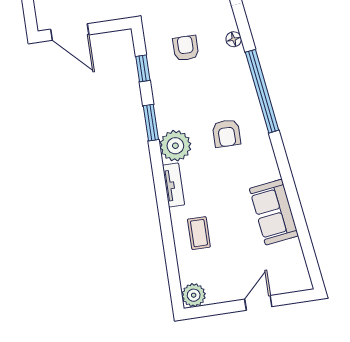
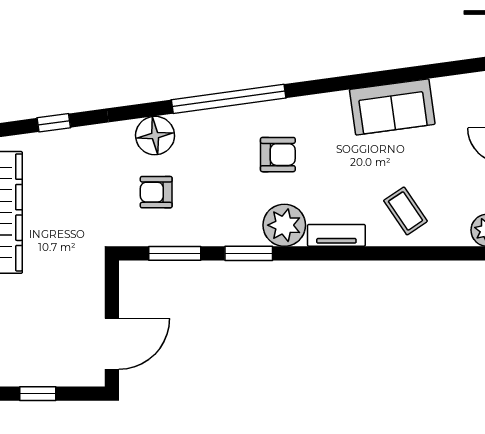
floor lamp: (234, 39) -> (155, 136), width x1.89, depth x1.89
window: (143, 68) -> (175, 253), width x1.50
coffee table: (199, 233) -> (405, 211), turned 56

